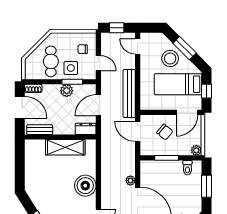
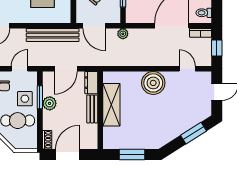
door: (98, 105) -> (66, 69), hinge flipped
bench: (40, 130) -> (92, 109), moved
door: (138, 131) -> (94, 26), hinge flipped
window: (20, 166) -> (132, 154), added
plant: (130, 181) -> (123, 34), moved

